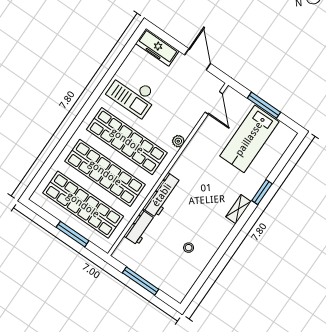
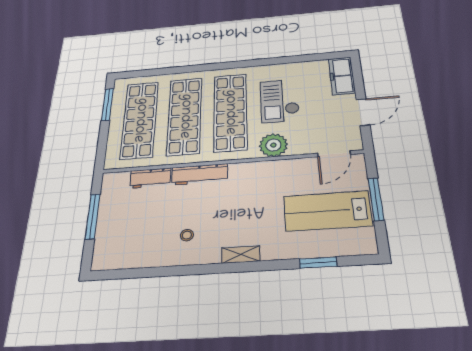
checkout: (132, 94) -> (280, 101), moved
plant: (178, 141) -> (273, 145), width x1.87, depth x1.87
window: (262, 192) -> (318, 263), moved
window: (73, 234) -> (107, 104), moved
stool: (189, 248) -> (187, 235), moved

